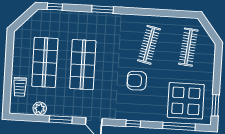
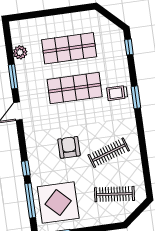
clothes rail: (149, 45) -> (109, 153), turned -30
trolley: (20, 87) -> (117, 93), moved
window: (133, 124) -> (26, 168), moved

